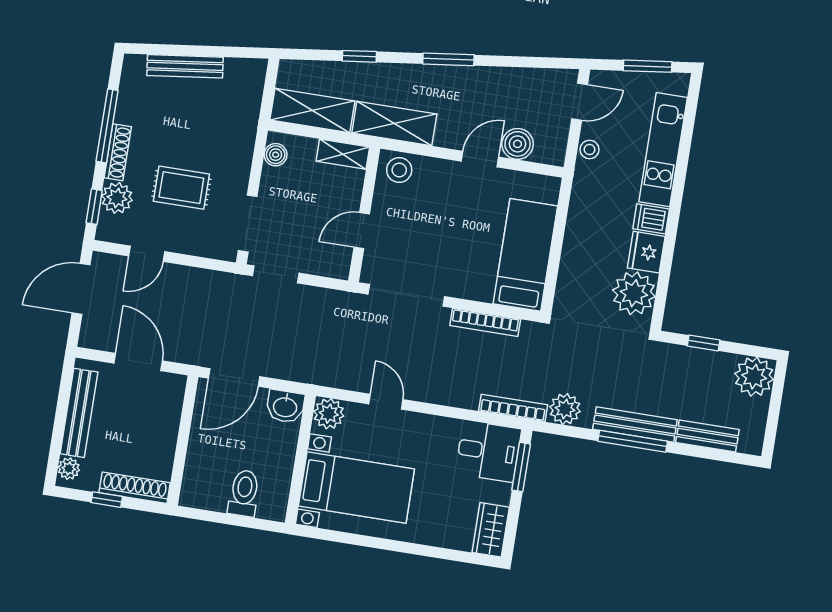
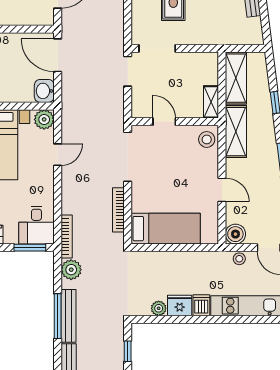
boiler: (518, 144) -> (235, 234), moved
boiler: (276, 155) -> (204, 59), removed
plant: (634, 293) -> (159, 308), width x0.53, depth x0.53

